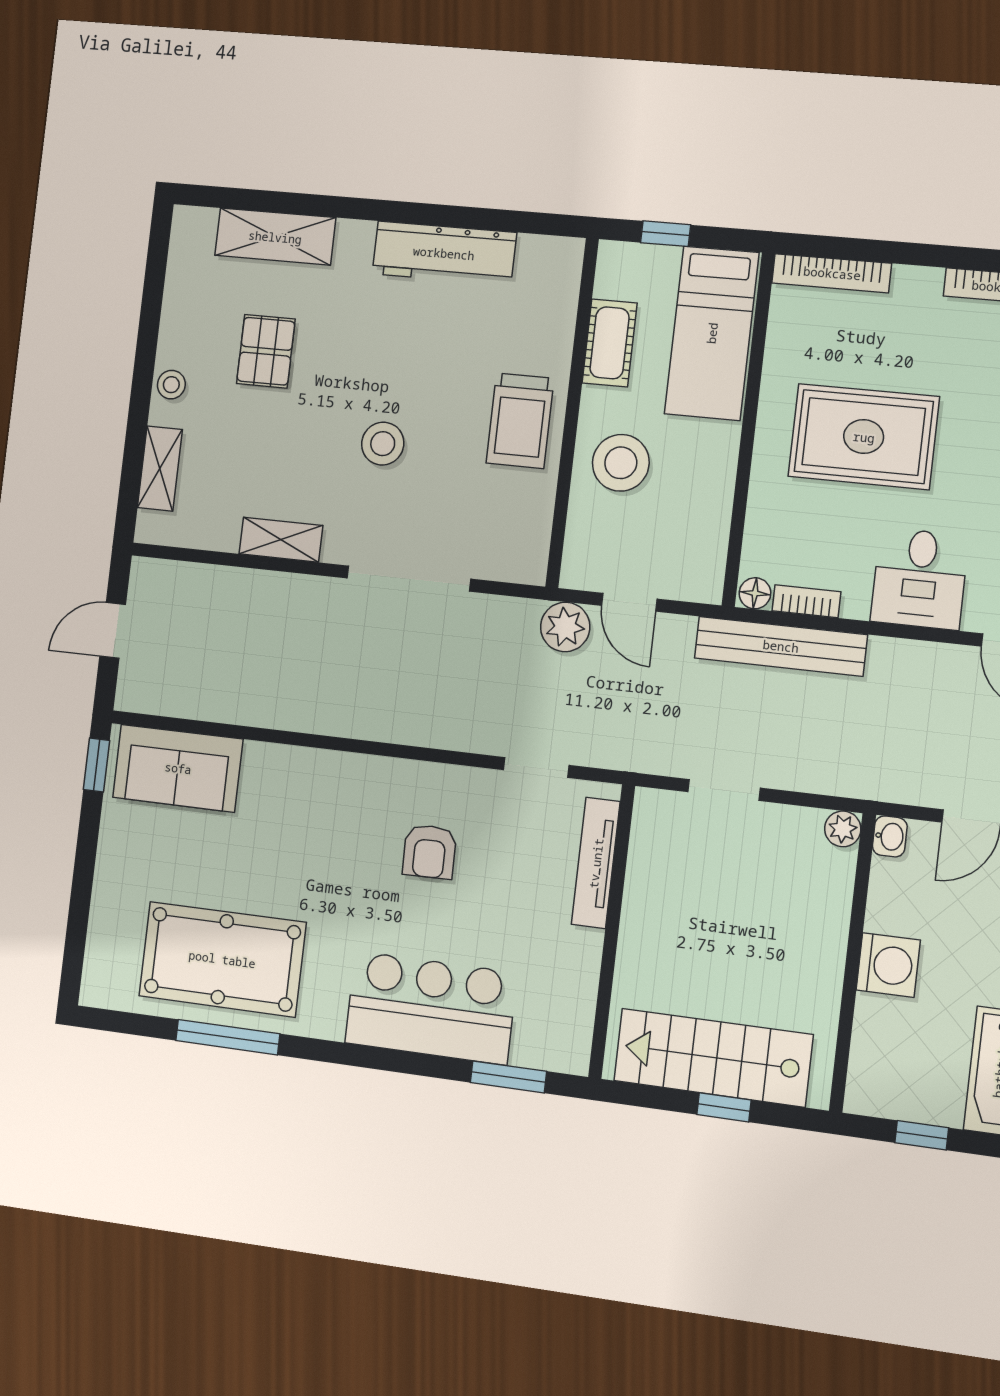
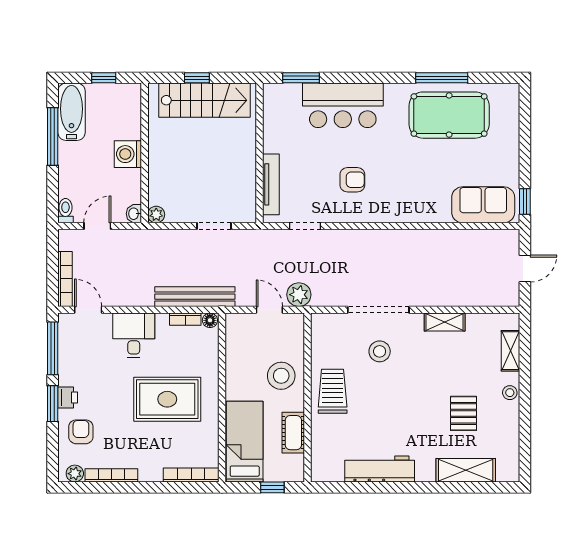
stool: (383, 444) -> (380, 351), moved
armchair: (429, 852) -> (352, 180), turned 91

